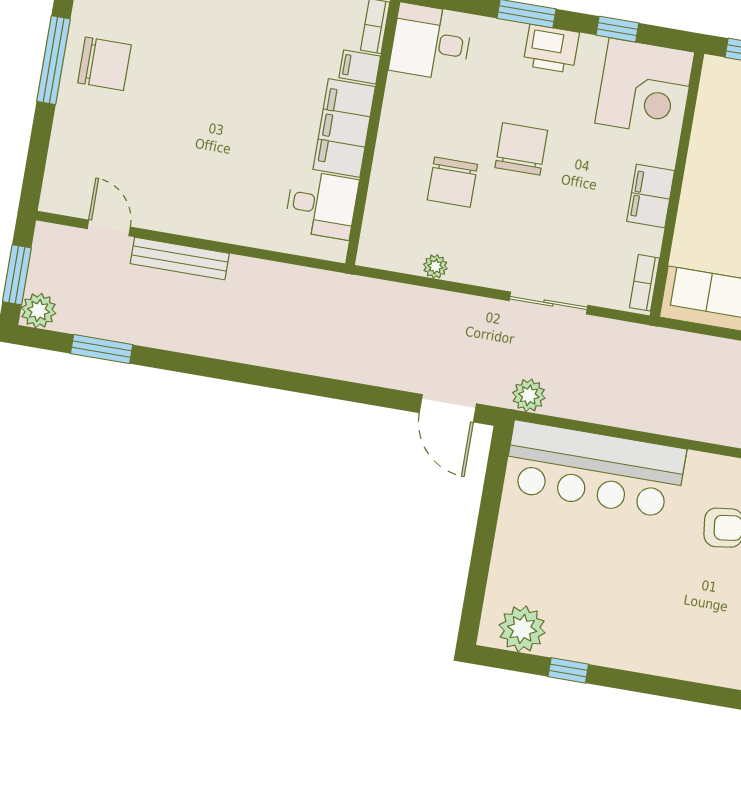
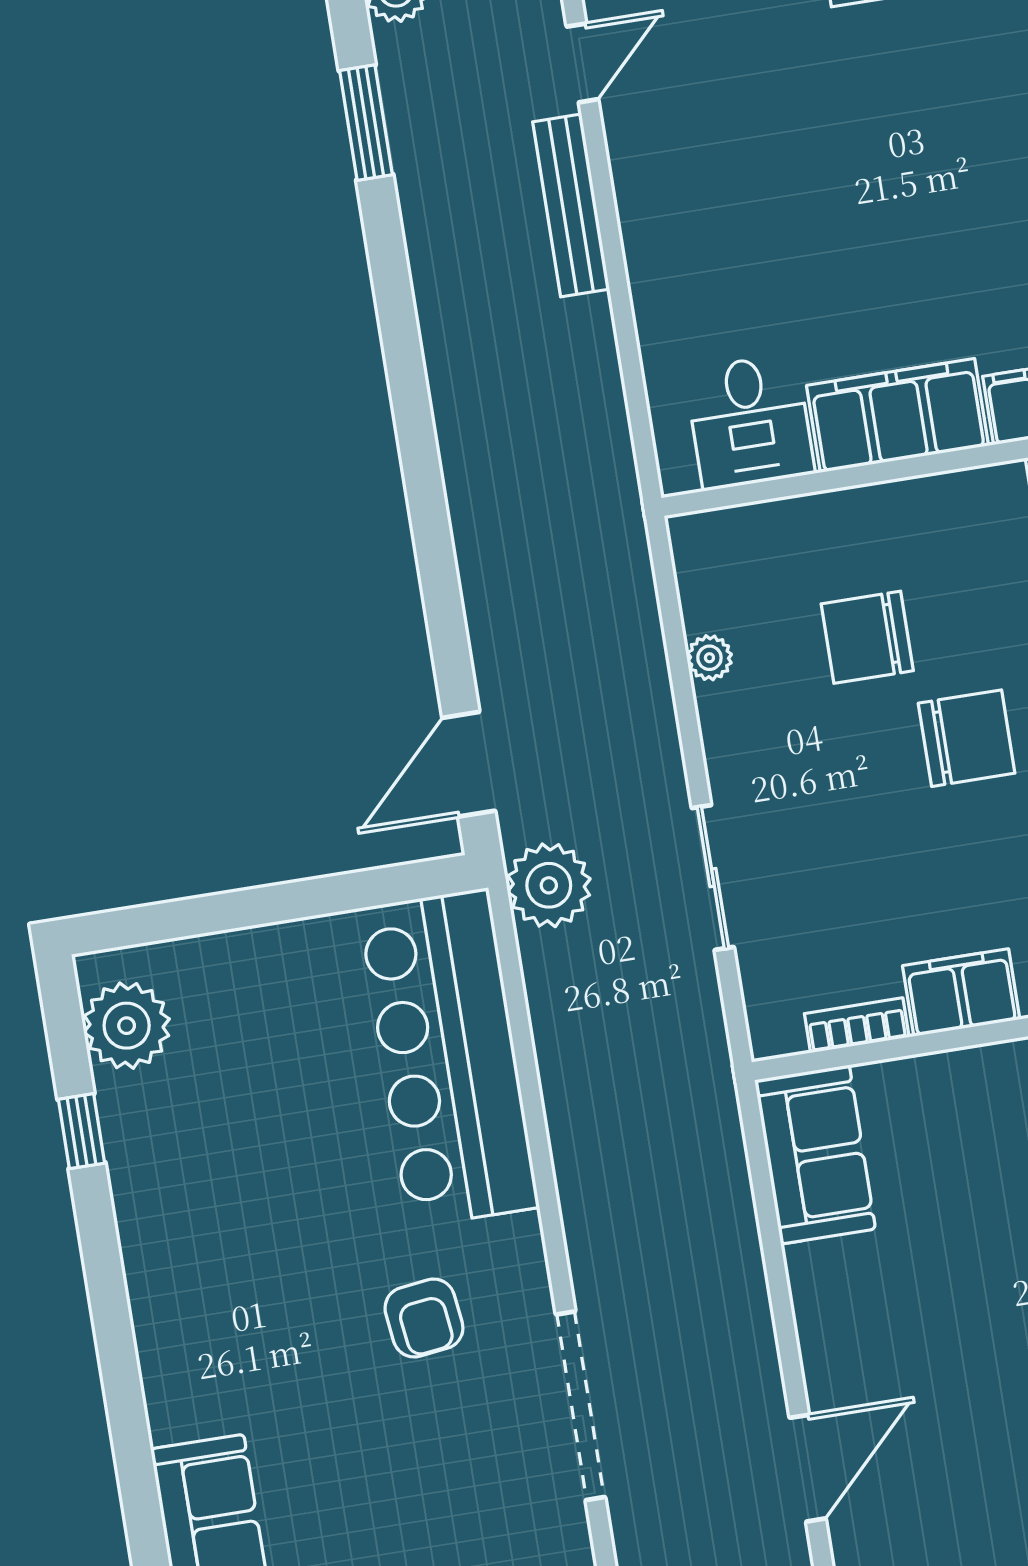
bookcase: (644, 283) -> (857, 1025), moved
plant: (529, 395) -> (549, 885), width x1.36, depth x1.36

